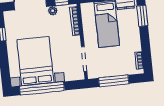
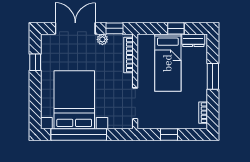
window: (142, 16) -> (213, 76), moved
window: (114, 81) -> (169, 134), width x0.46

